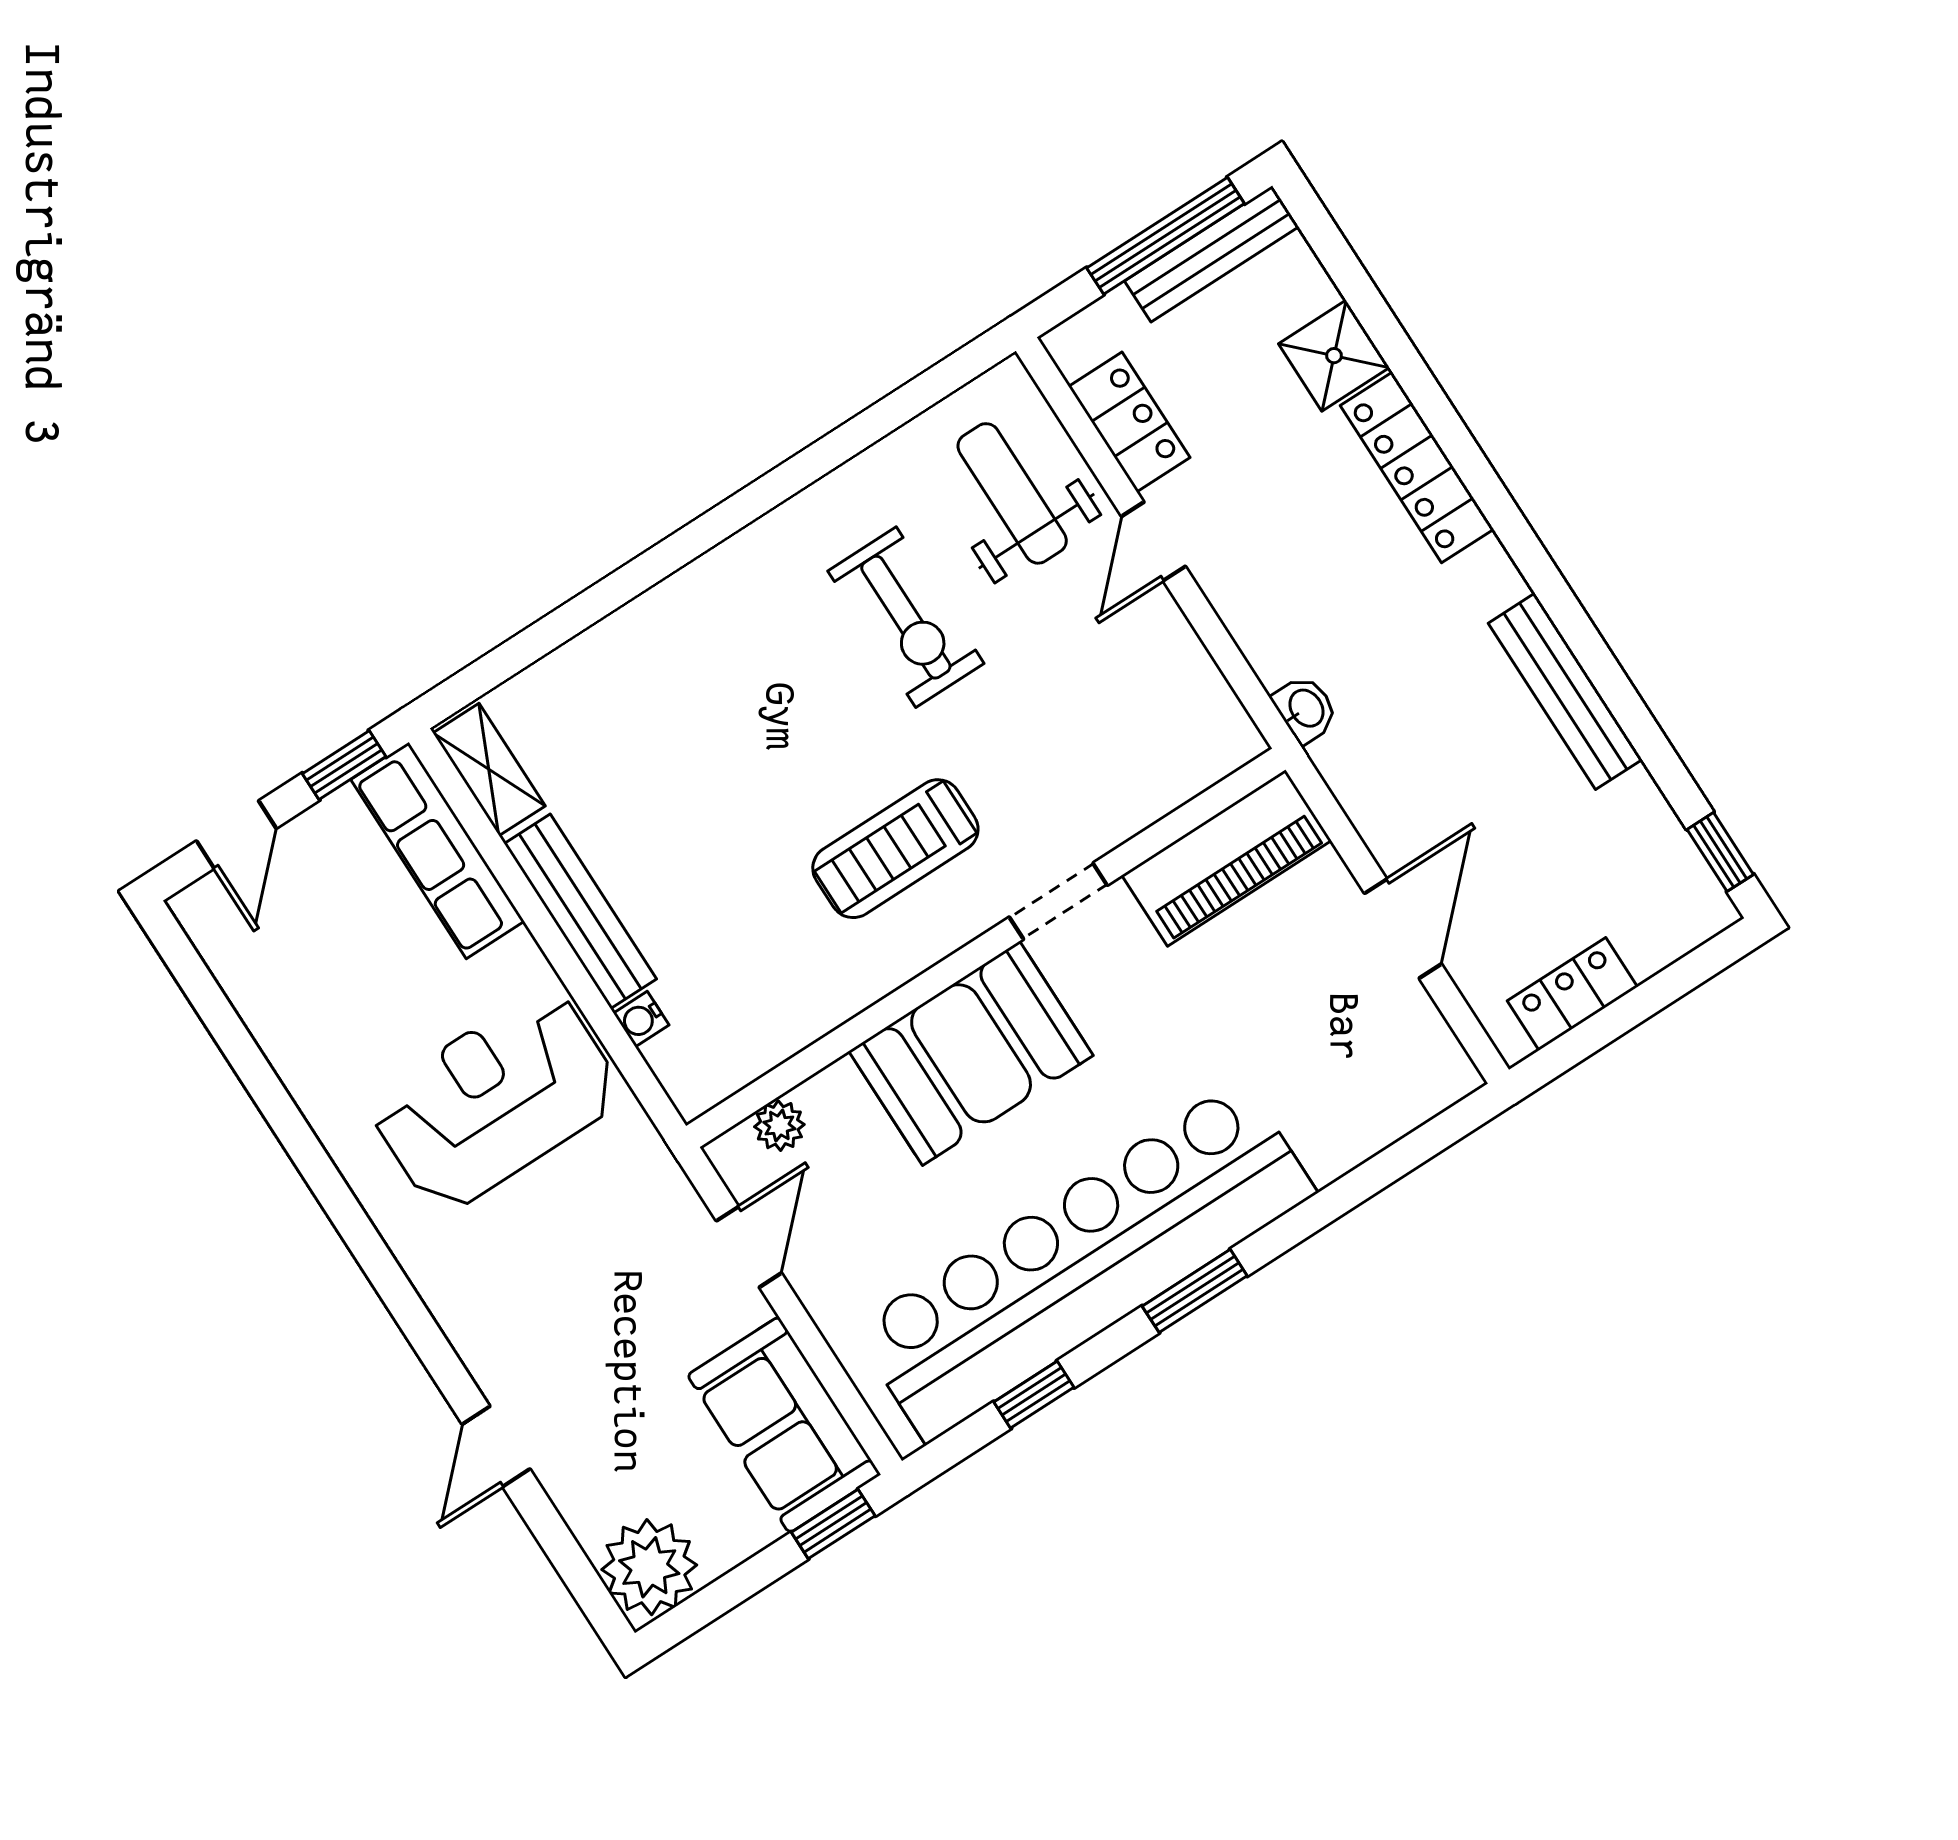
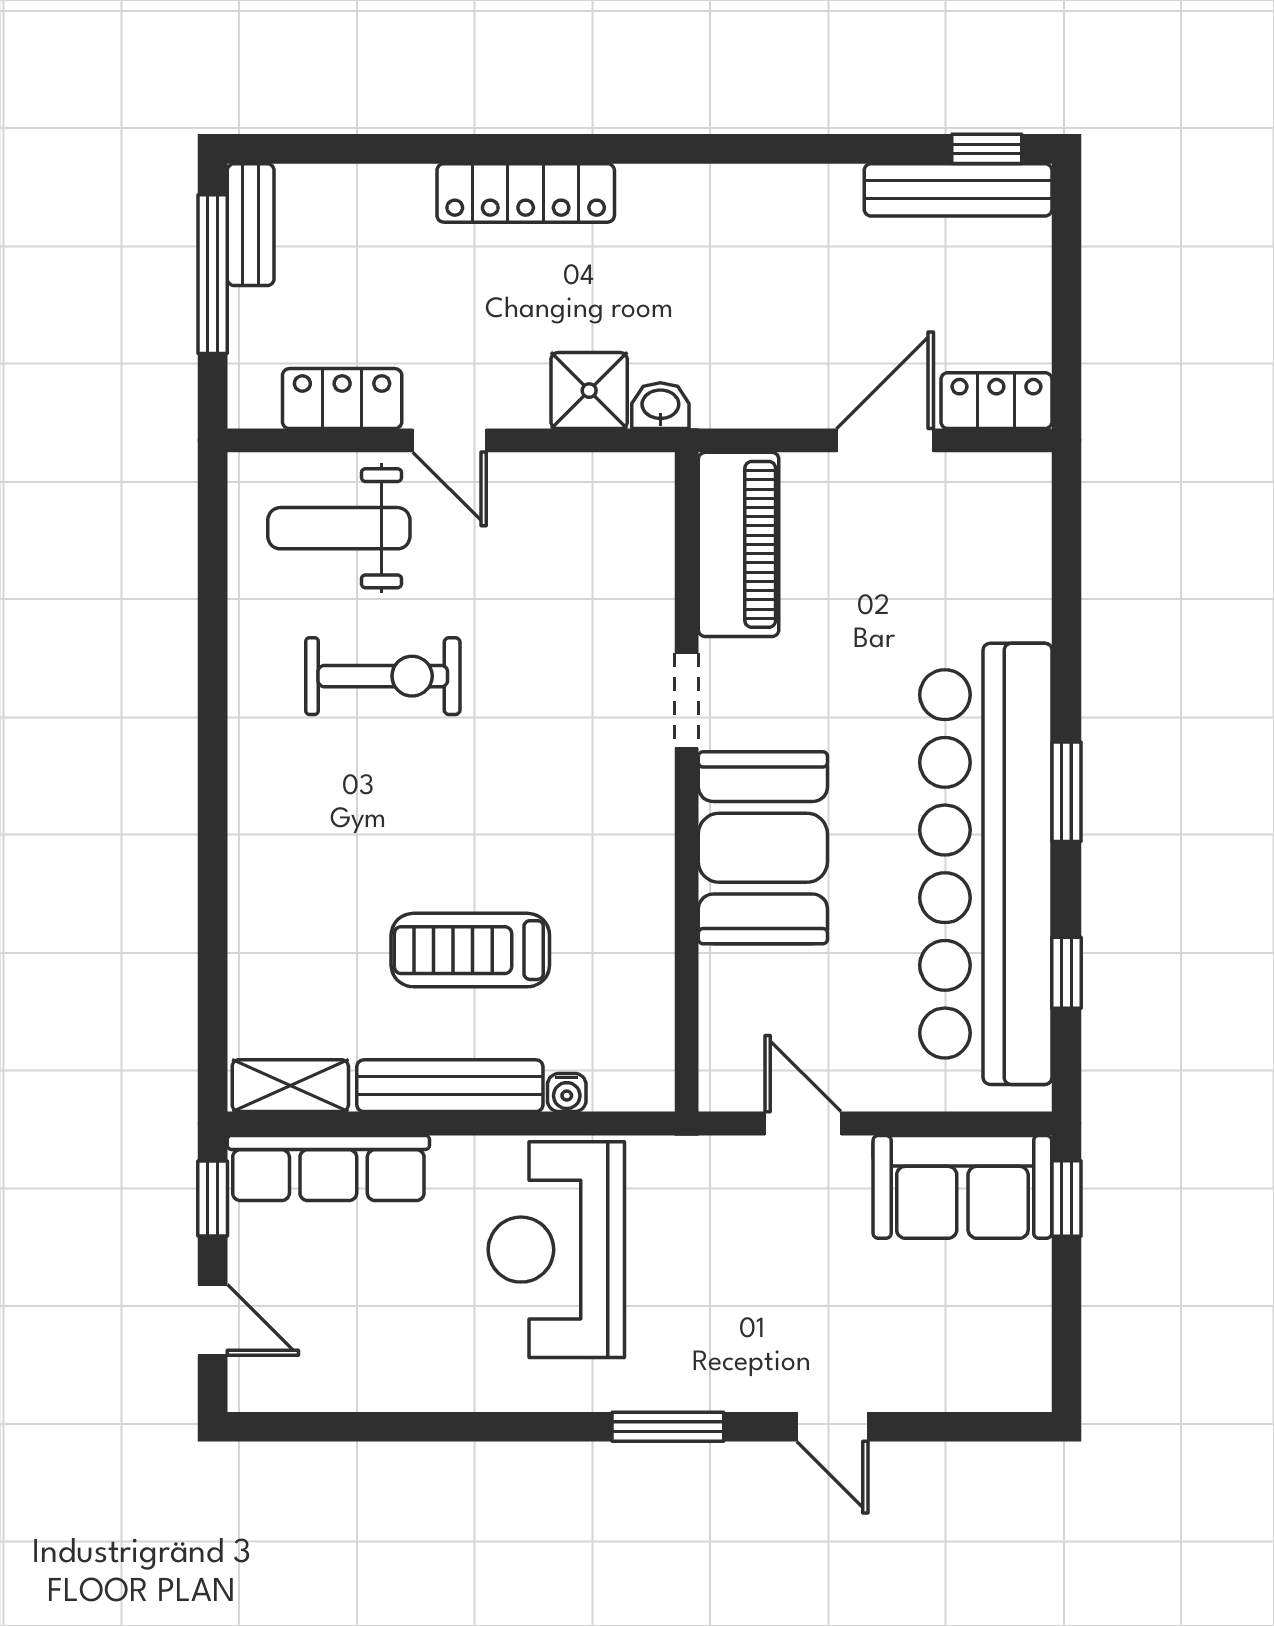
bench: (1212, 254) -> (251, 225), width x0.73
shower: (1334, 356) -> (589, 391), moved
bench: (1565, 691) -> (958, 190), moved
treadmill: (895, 849) -> (470, 950), moved, turned 90
door: (1403, 929) -> (885, 440), hinge flipped
locker: (1572, 994) -> (996, 401), moved, turned 90
plant: (779, 1126) -> (722, 1037), removed
window: (402, 1300) -> (668, 1427), added
plant: (649, 1567) -> (1007, 1367), removed

